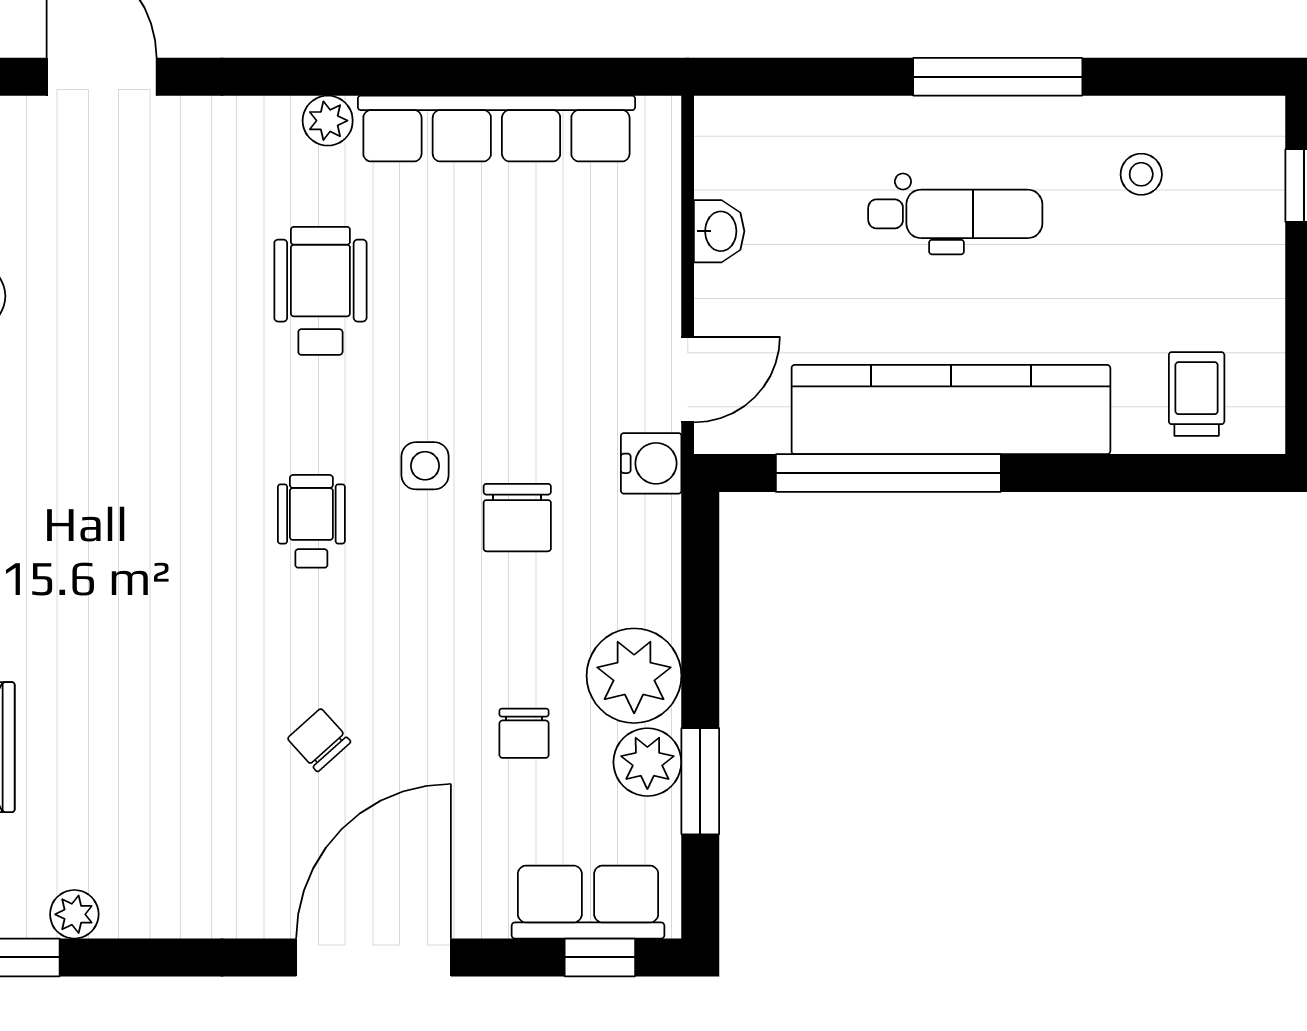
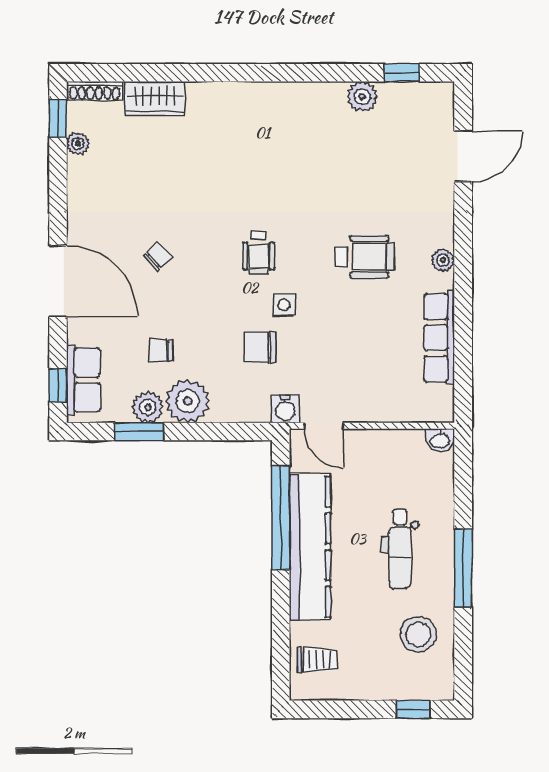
row of seats: (496, 129) -> (439, 338), width x0.73
stool: (1141, 174) -> (418, 634), width x1.89, depth x1.89
washbasin: (719, 231) -> (440, 440), moved
wheelchair: (311, 521) -> (259, 253), turned 90

